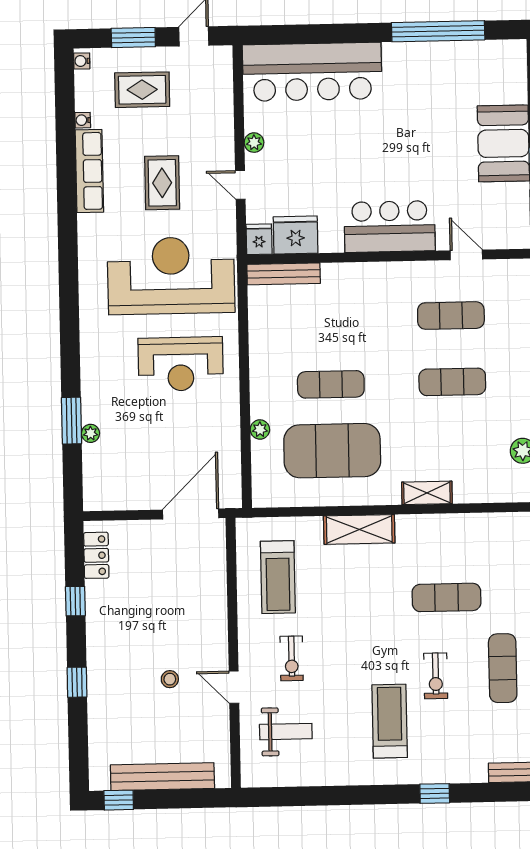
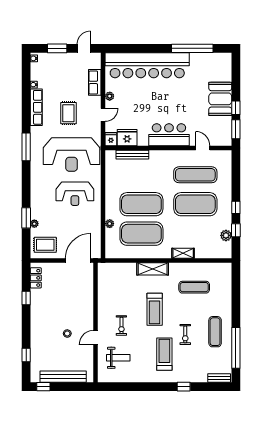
bar counter: (312, 72) -> (147, 65), width x1.36
rug: (142, 90) -> (45, 245), moved
row of seats: (220, 112) -> (95, 82), added
door: (240, 185) -> (103, 115), swing flipped
window: (68, 261) -> (26, 147), added
bench: (284, 274) -> (132, 155), moved
reception desk: (171, 276) -> (72, 154), turned 180
exercise mat: (451, 316) -> (195, 175), width x1.36, depth x1.45
exercise mat: (452, 382) -> (195, 204), width x2.00, depth x1.45
exercise mat: (331, 384) -> (141, 204), width x2.00, depth x1.45
treadmill: (278, 577) -> (155, 309), moved
exercise mat: (446, 597) -> (194, 287), moved
window: (77, 682) -> (26, 355), moved
door: (234, 687) -> (96, 338), hinge flipped

